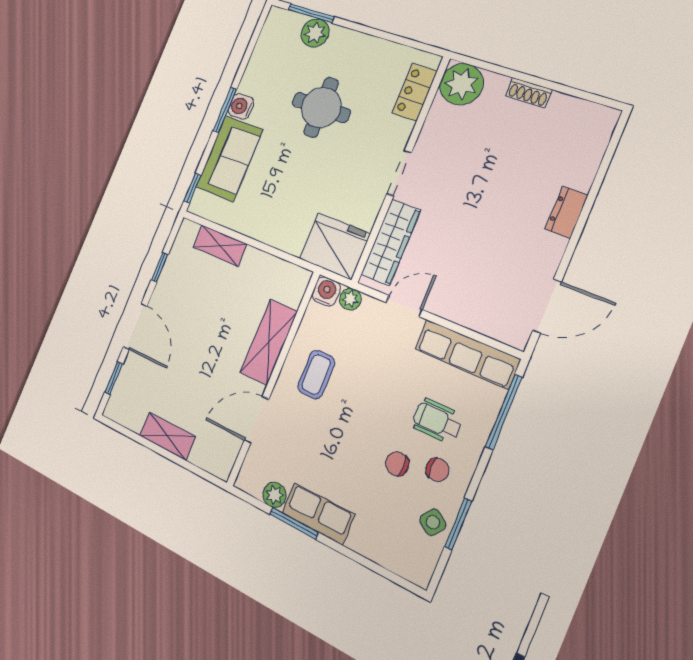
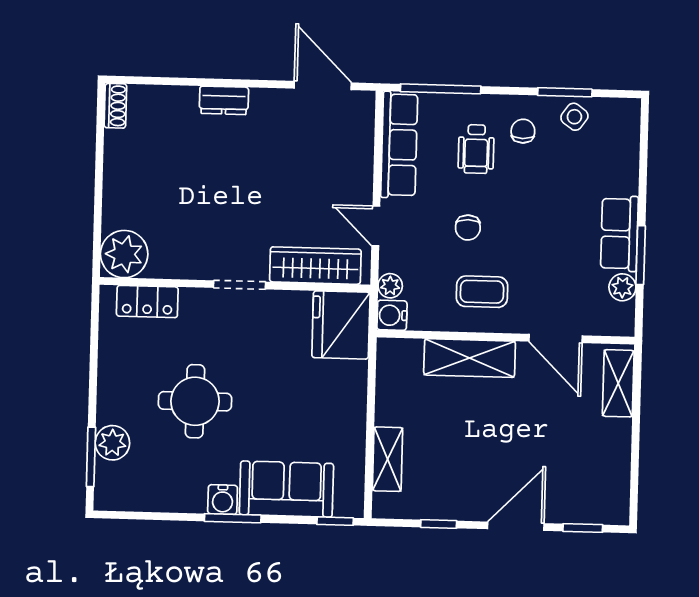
shoe rack: (529, 93) -> (115, 106), moved
shelving: (167, 436) -> (618, 383), moved
chair: (397, 464) -> (468, 228), moved

